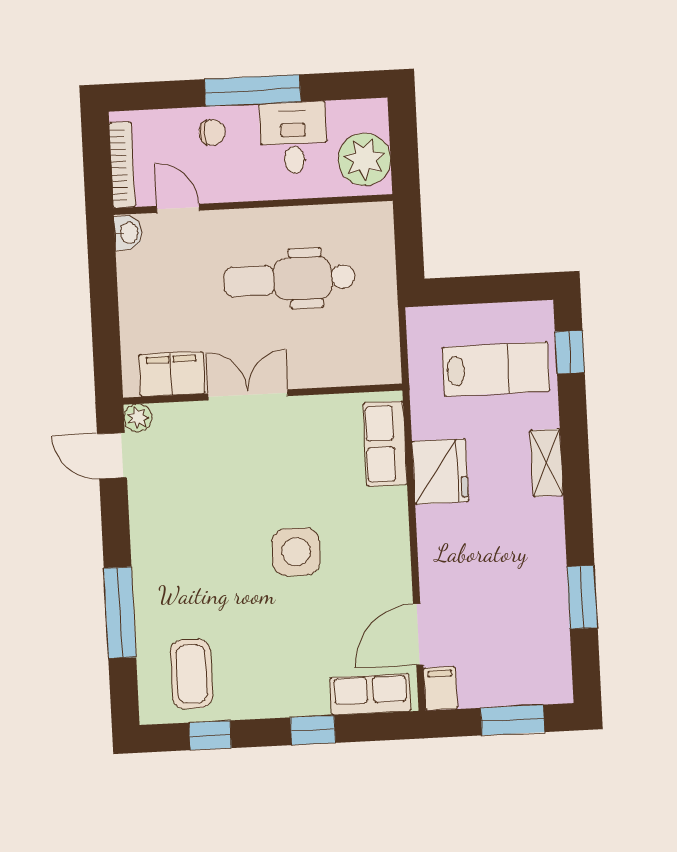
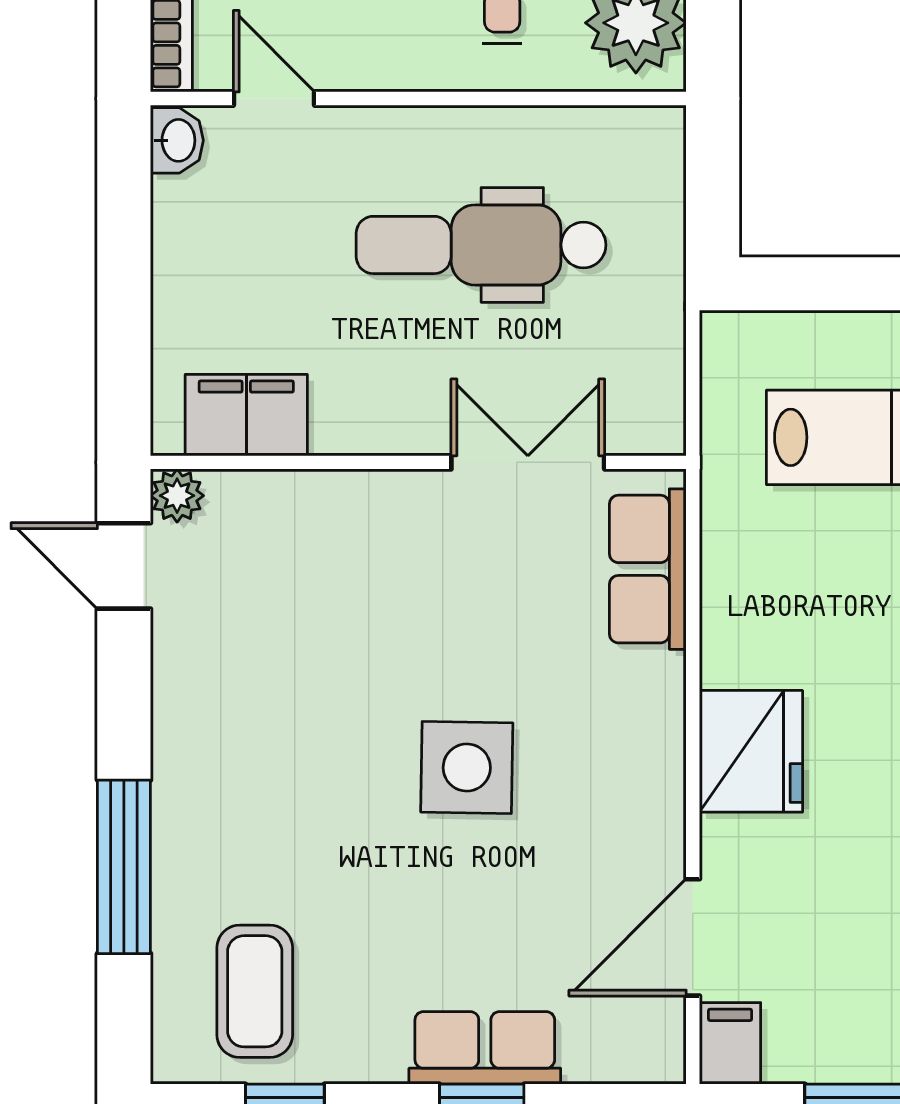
double door: (248, 395) -> (528, 462), moved
fridge: (440, 472) -> (751, 751), moved
row of seats: (370, 694) -> (485, 1048), moved

